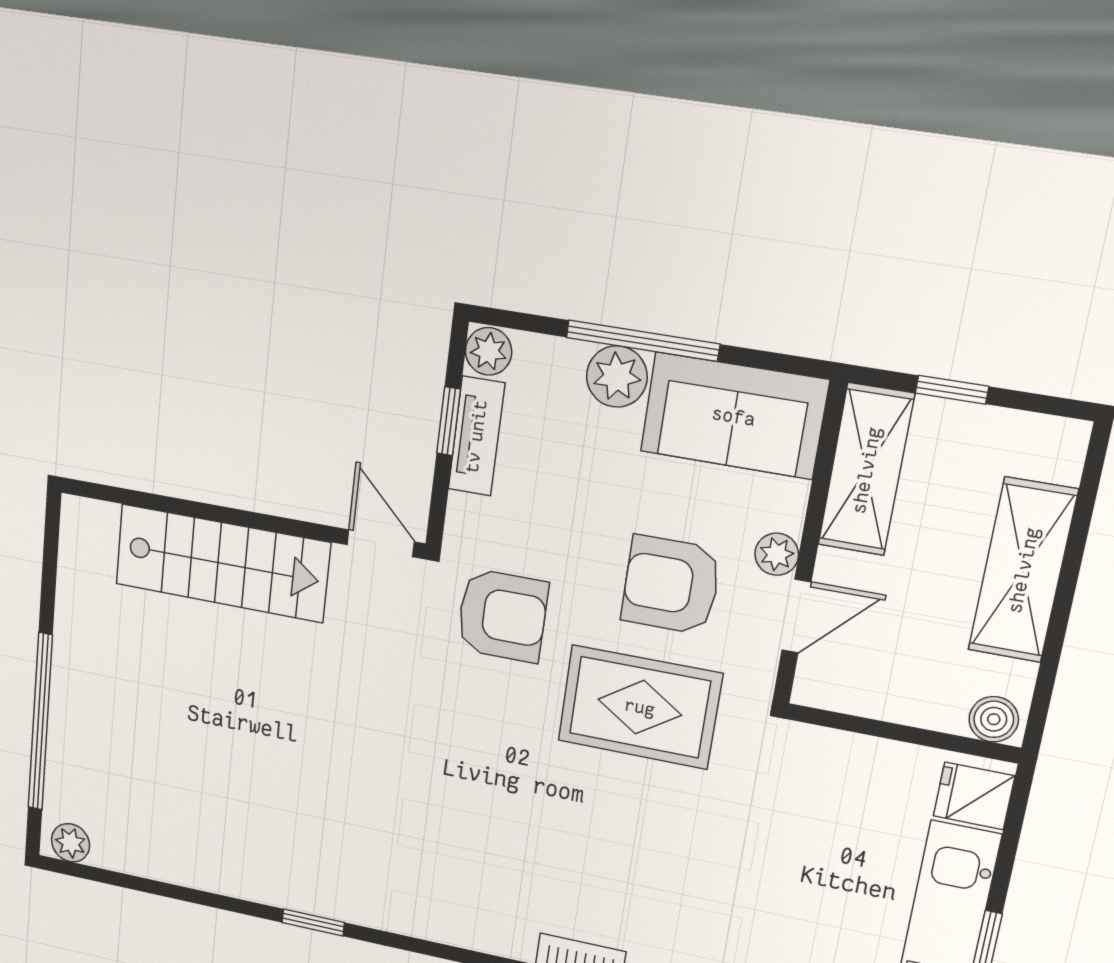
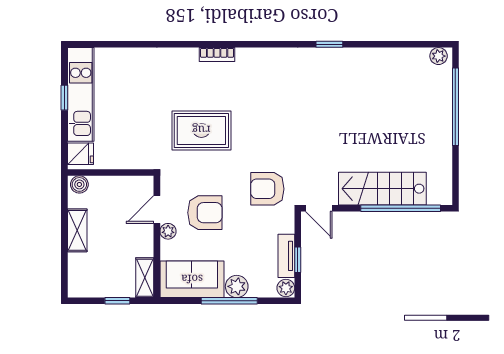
shelving: (866, 470) -> (145, 278), width x0.67, depth x0.75
window: (183, 507) -> (401, 208), added
shelving: (1023, 570) -> (77, 230), width x0.67, depth x0.75
rug: (640, 707) -> (201, 130), moved

